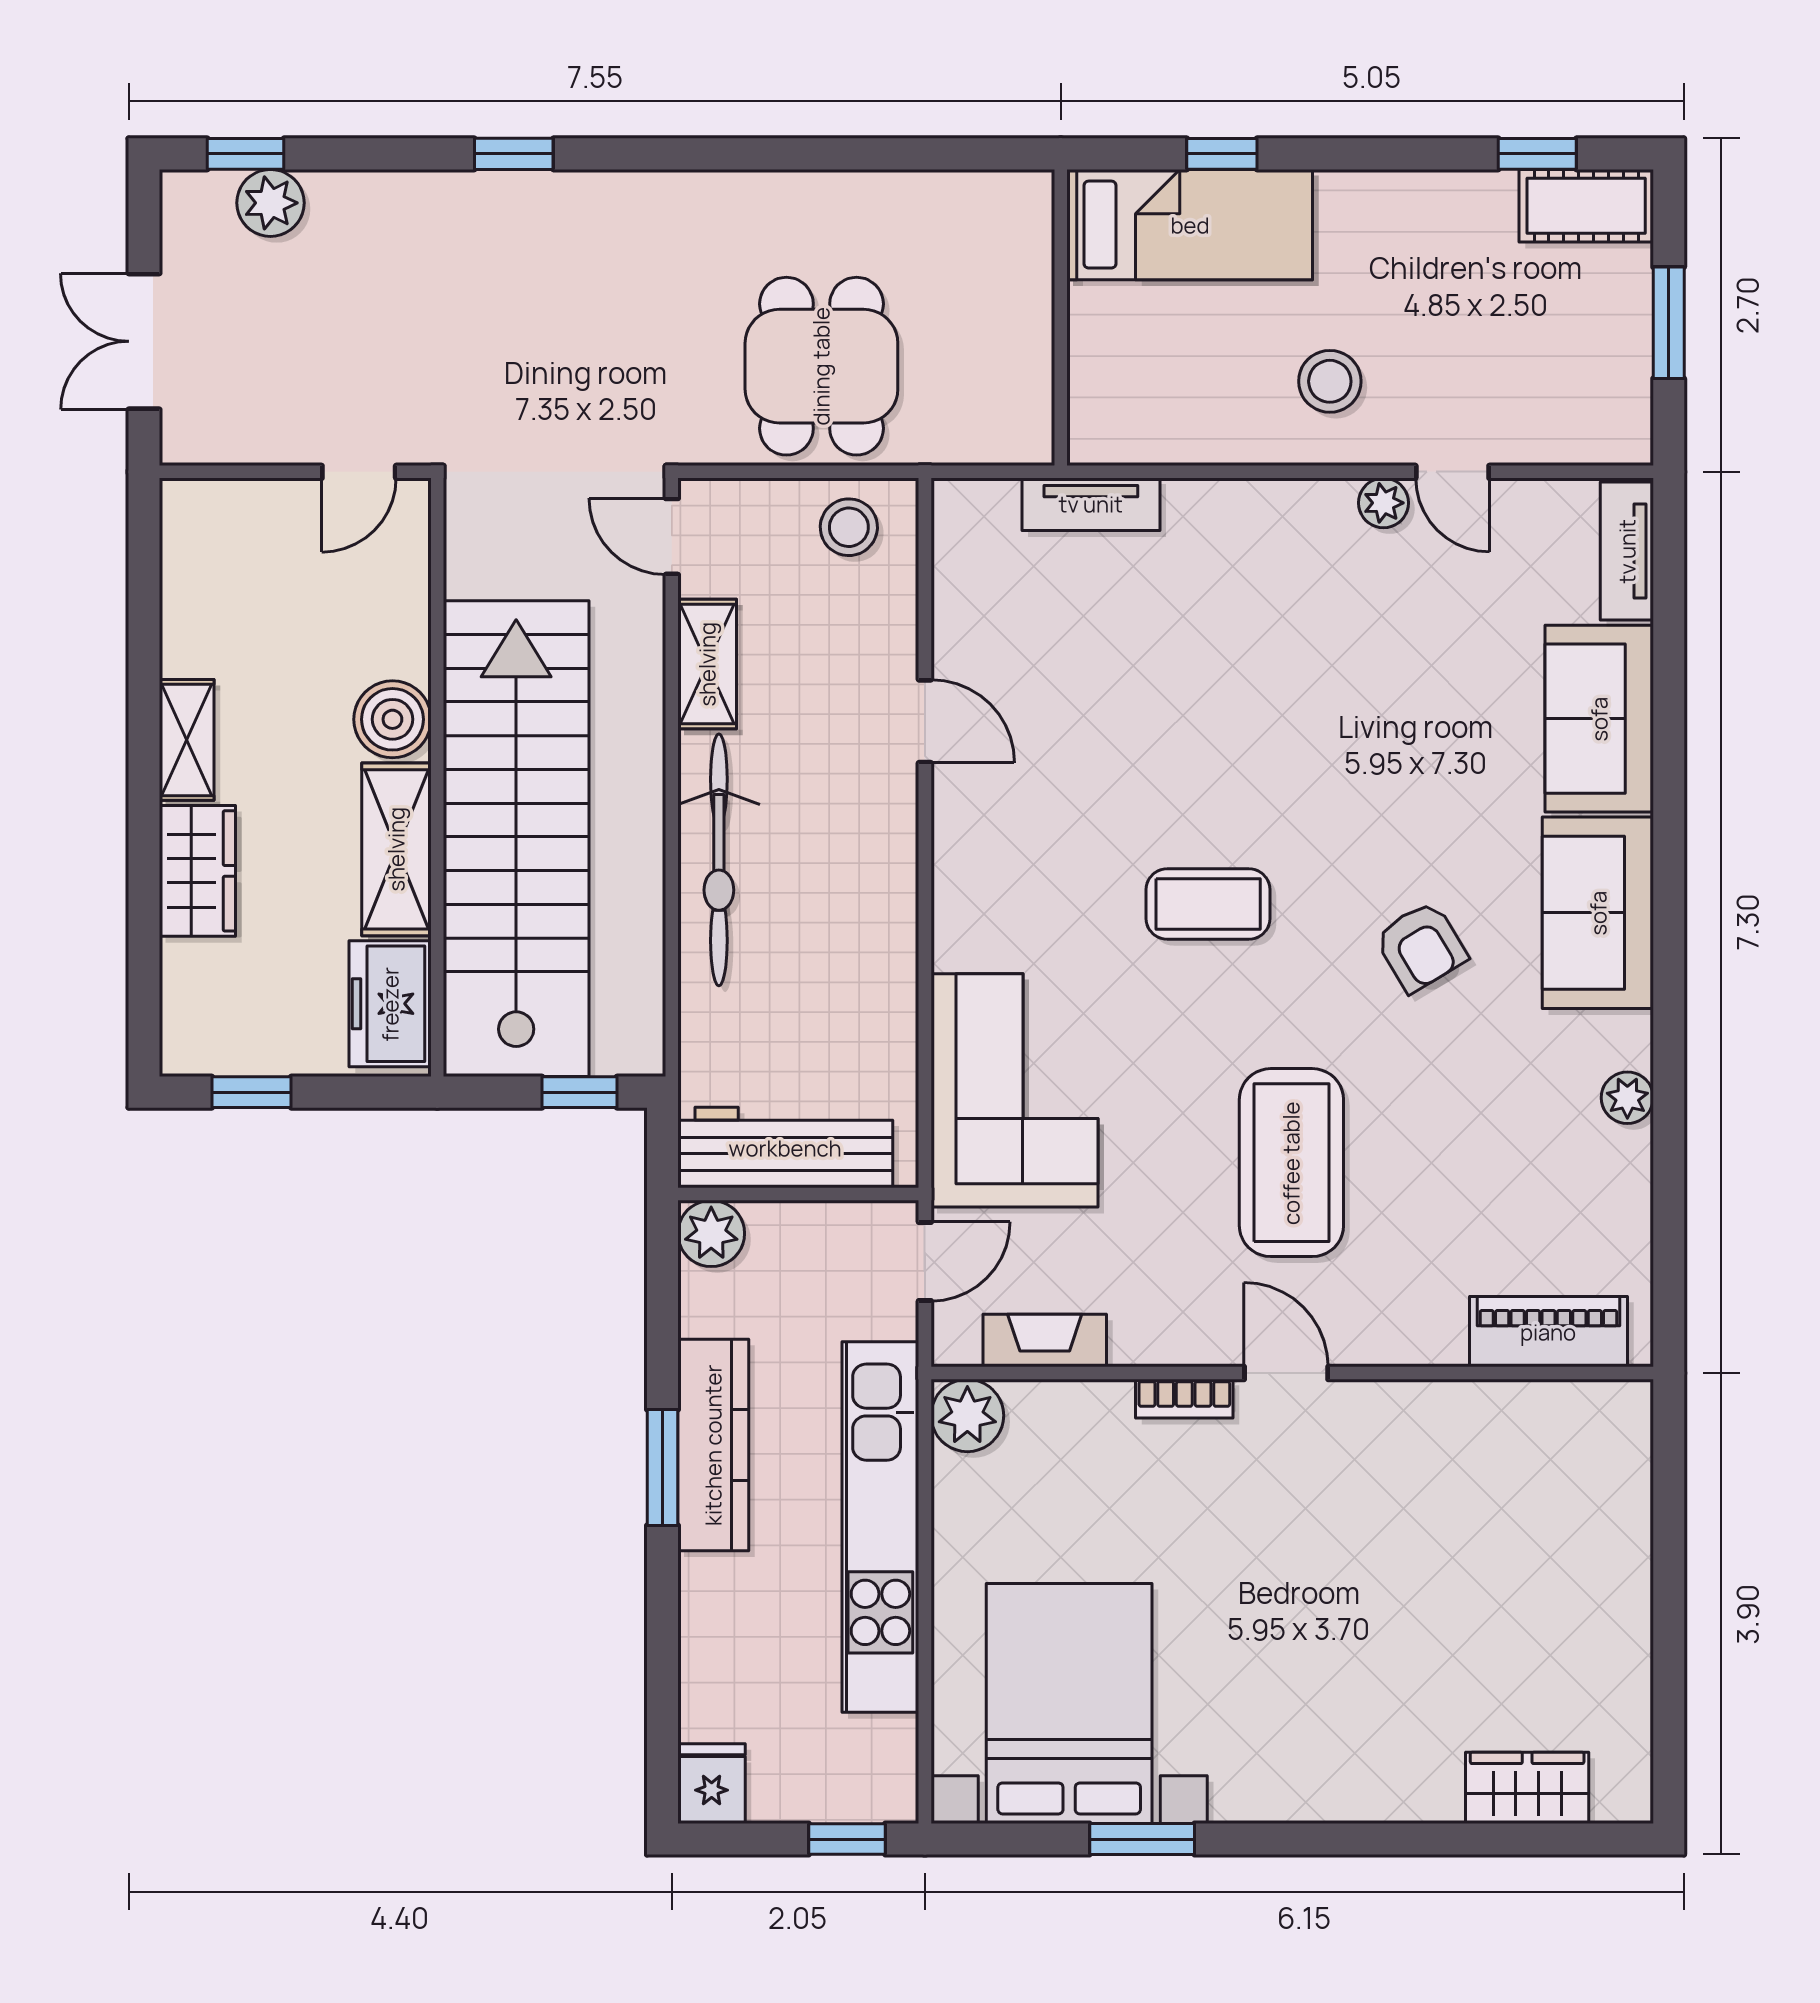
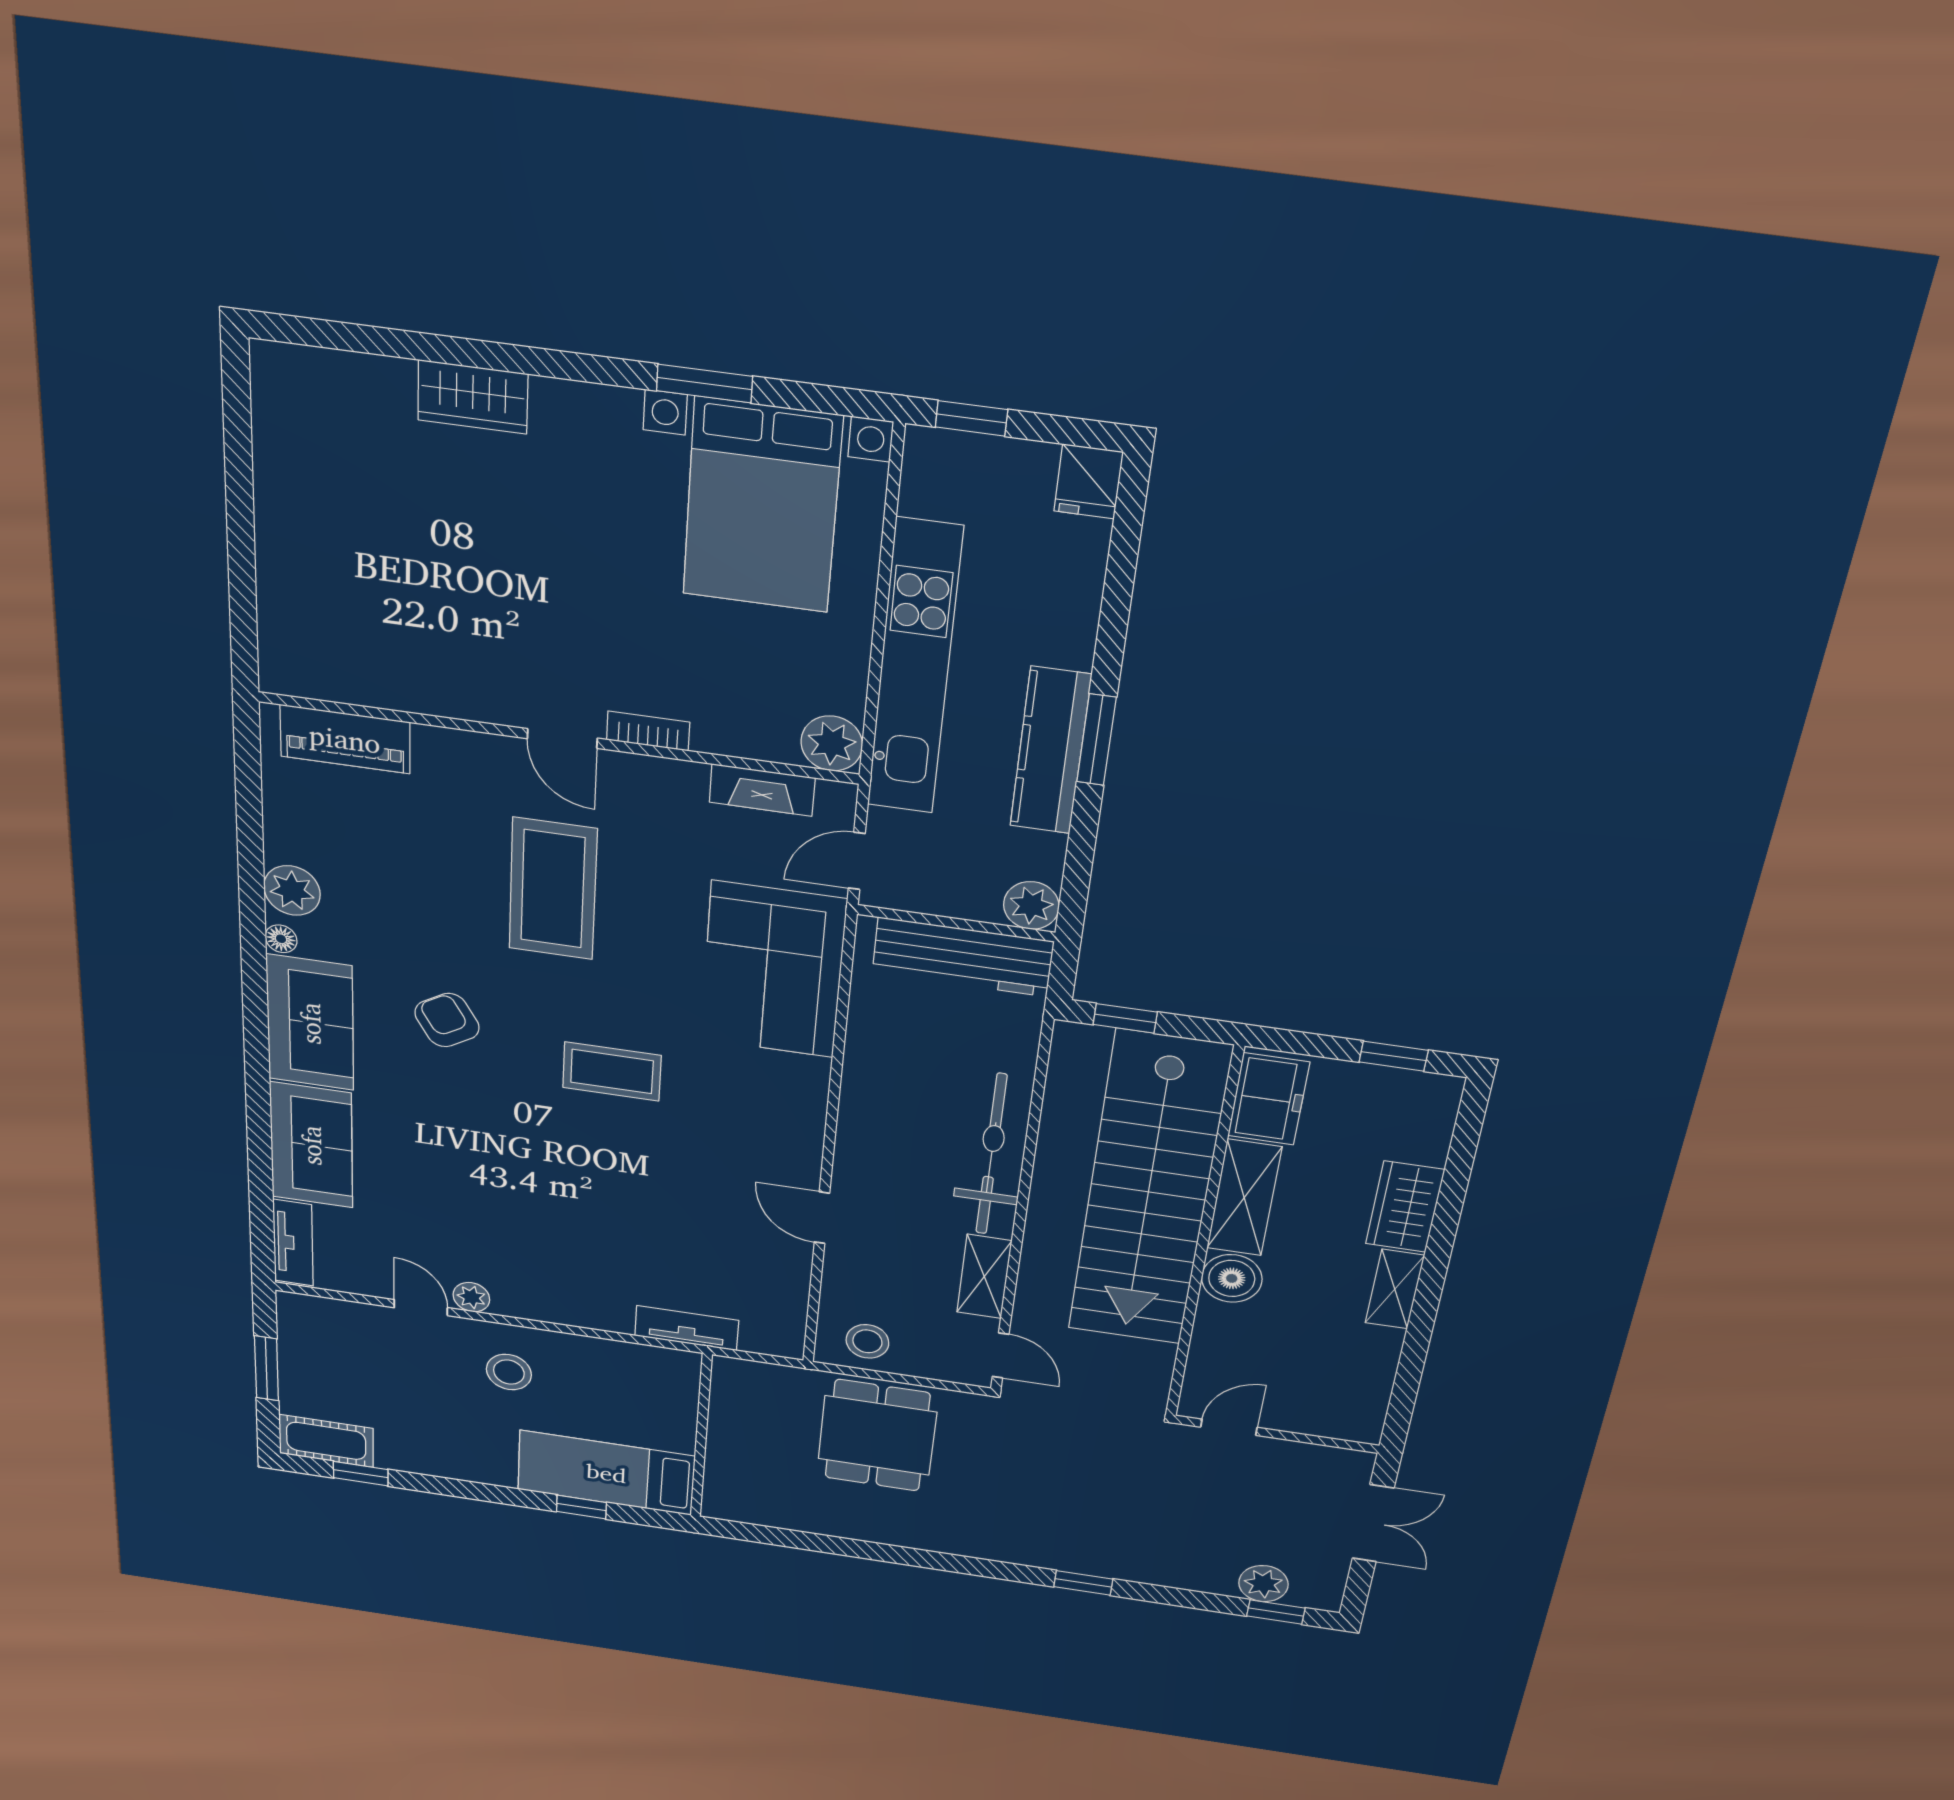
floor lamp: (1633, 1034) -> (281, 939), added
plant: (1627, 1098) -> (292, 890), width x1.38, depth x1.38
wardrobe: (1527, 1788) -> (473, 397), moved

